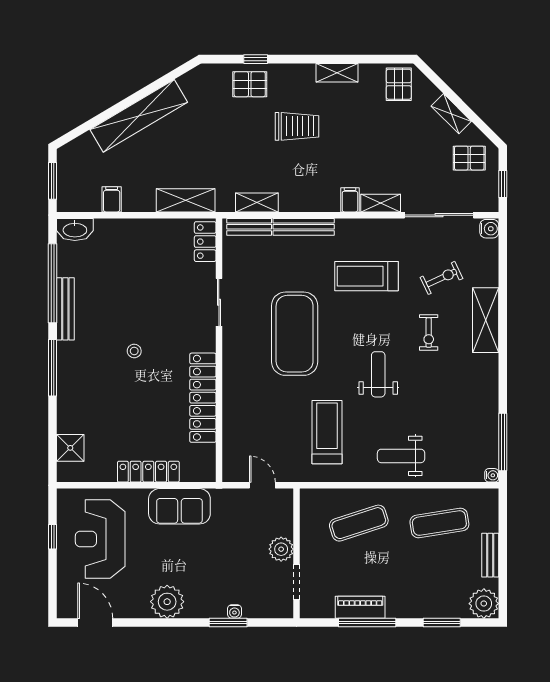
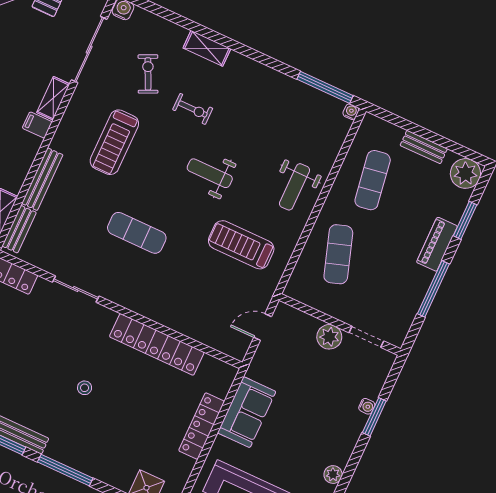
shelving: (486, 320) -> (207, 48), width x0.67, depth x0.75
exercise mat: (295, 334) -> (137, 233), width x0.50, depth x0.69
plant: (167, 602) -> (333, 475), width x0.53, depth x0.53
piano: (360, 607) -> (437, 244), moved

